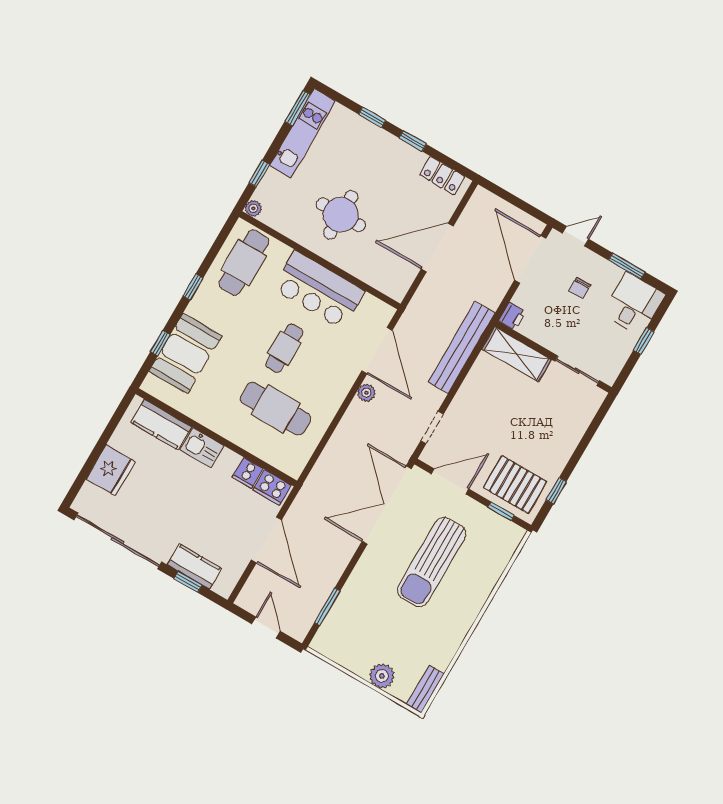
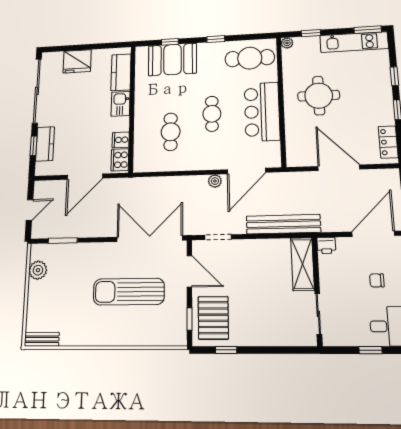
cafe table: (284, 348) -> (212, 114), turned 90
cafe table: (275, 409) -> (171, 132), width x0.73, depth x0.74
plant: (382, 676) -> (38, 270), moved

